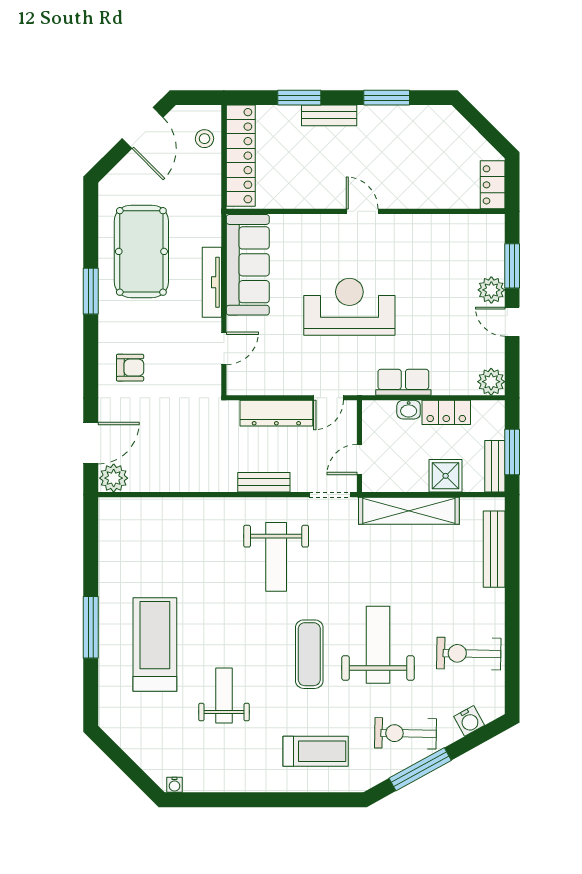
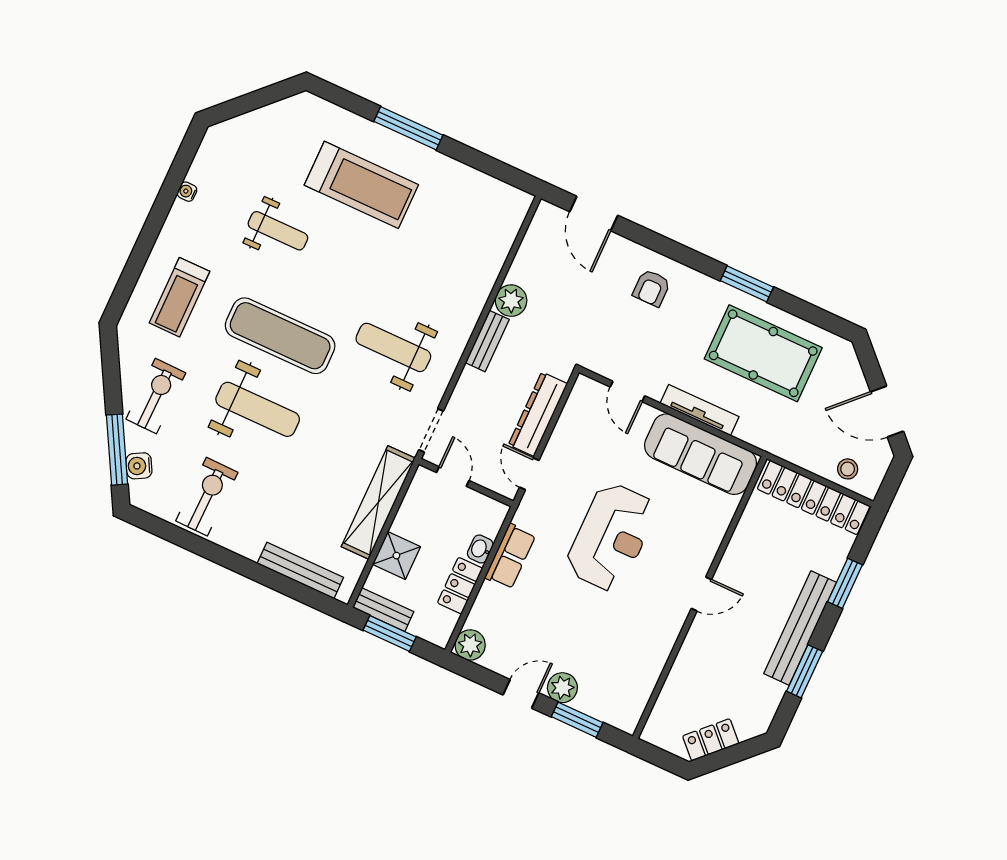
bench: (329, 115) -> (800, 628), width x1.86, depth x1.21
locker: (493, 185) -> (711, 740), moved, turned -45
plant: (114, 478) -> (511, 301), moved
bench: (264, 482) -> (487, 341), moved
exercise mat: (309, 654) -> (280, 336), width x1.36, depth x1.45
window: (420, 769) -> (117, 450), moved
water cooler: (174, 785) -> (187, 192), moved

